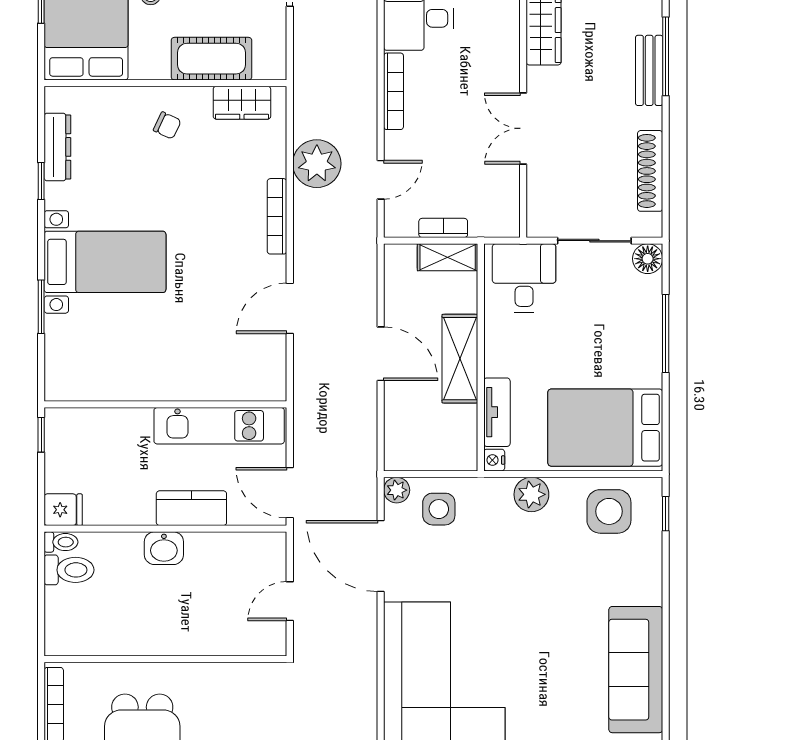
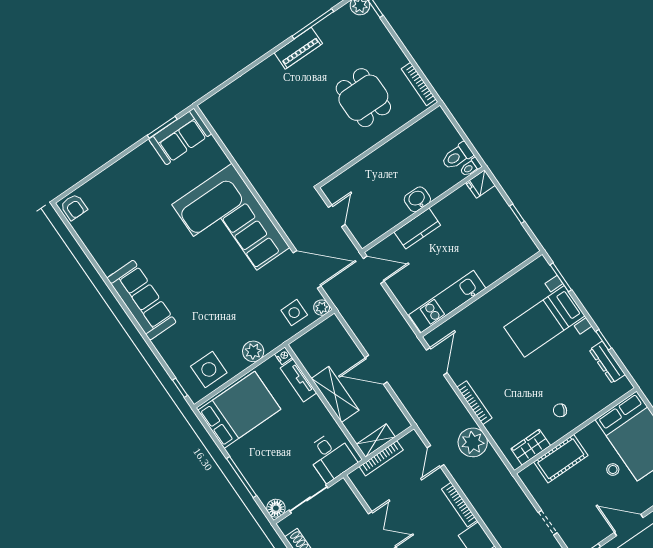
bookcase: (443, 228) -> (381, 458), width x1.56
wall: (165, 404) -> (481, 294), moved
kitchen unit: (219, 426) -> (447, 302), moved

